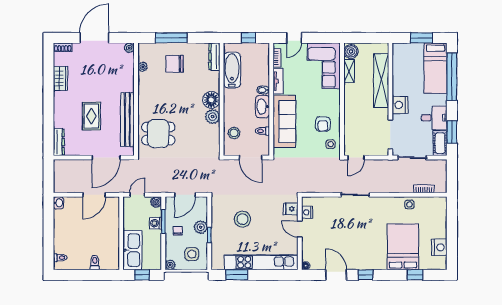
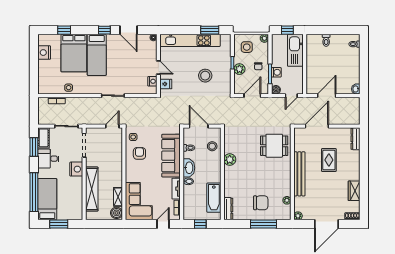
floor lamp: (211, 100) -> (231, 173), removed
bench: (127, 120) -> (299, 174), moved
bed: (375, 245) -> (97, 55), added

